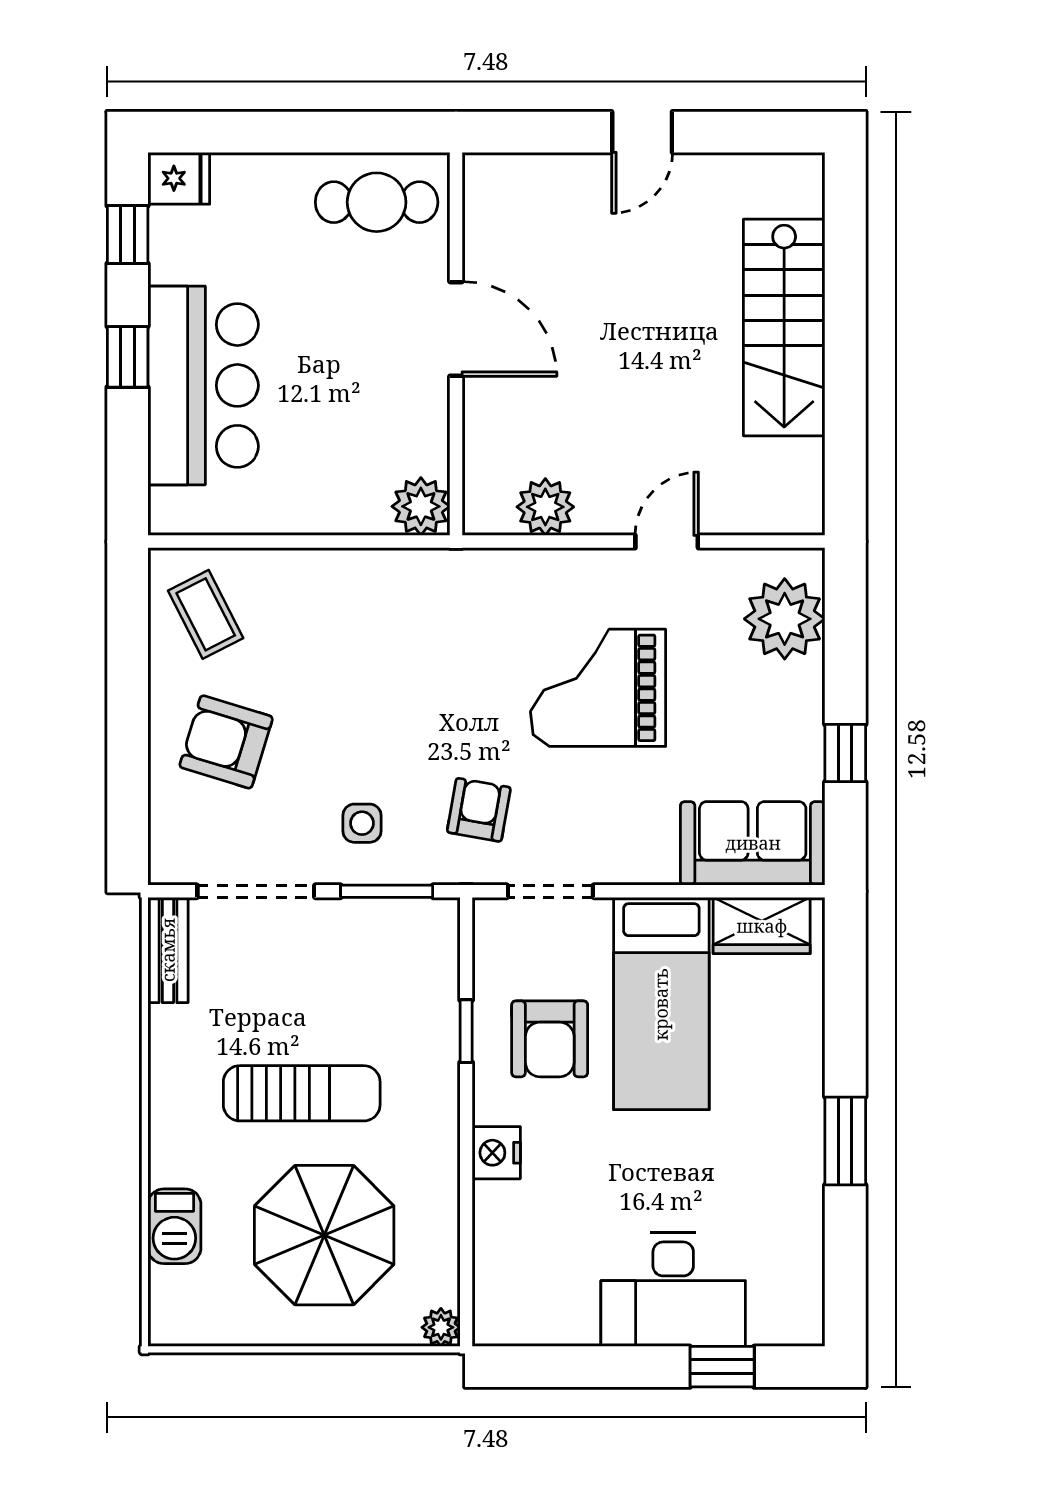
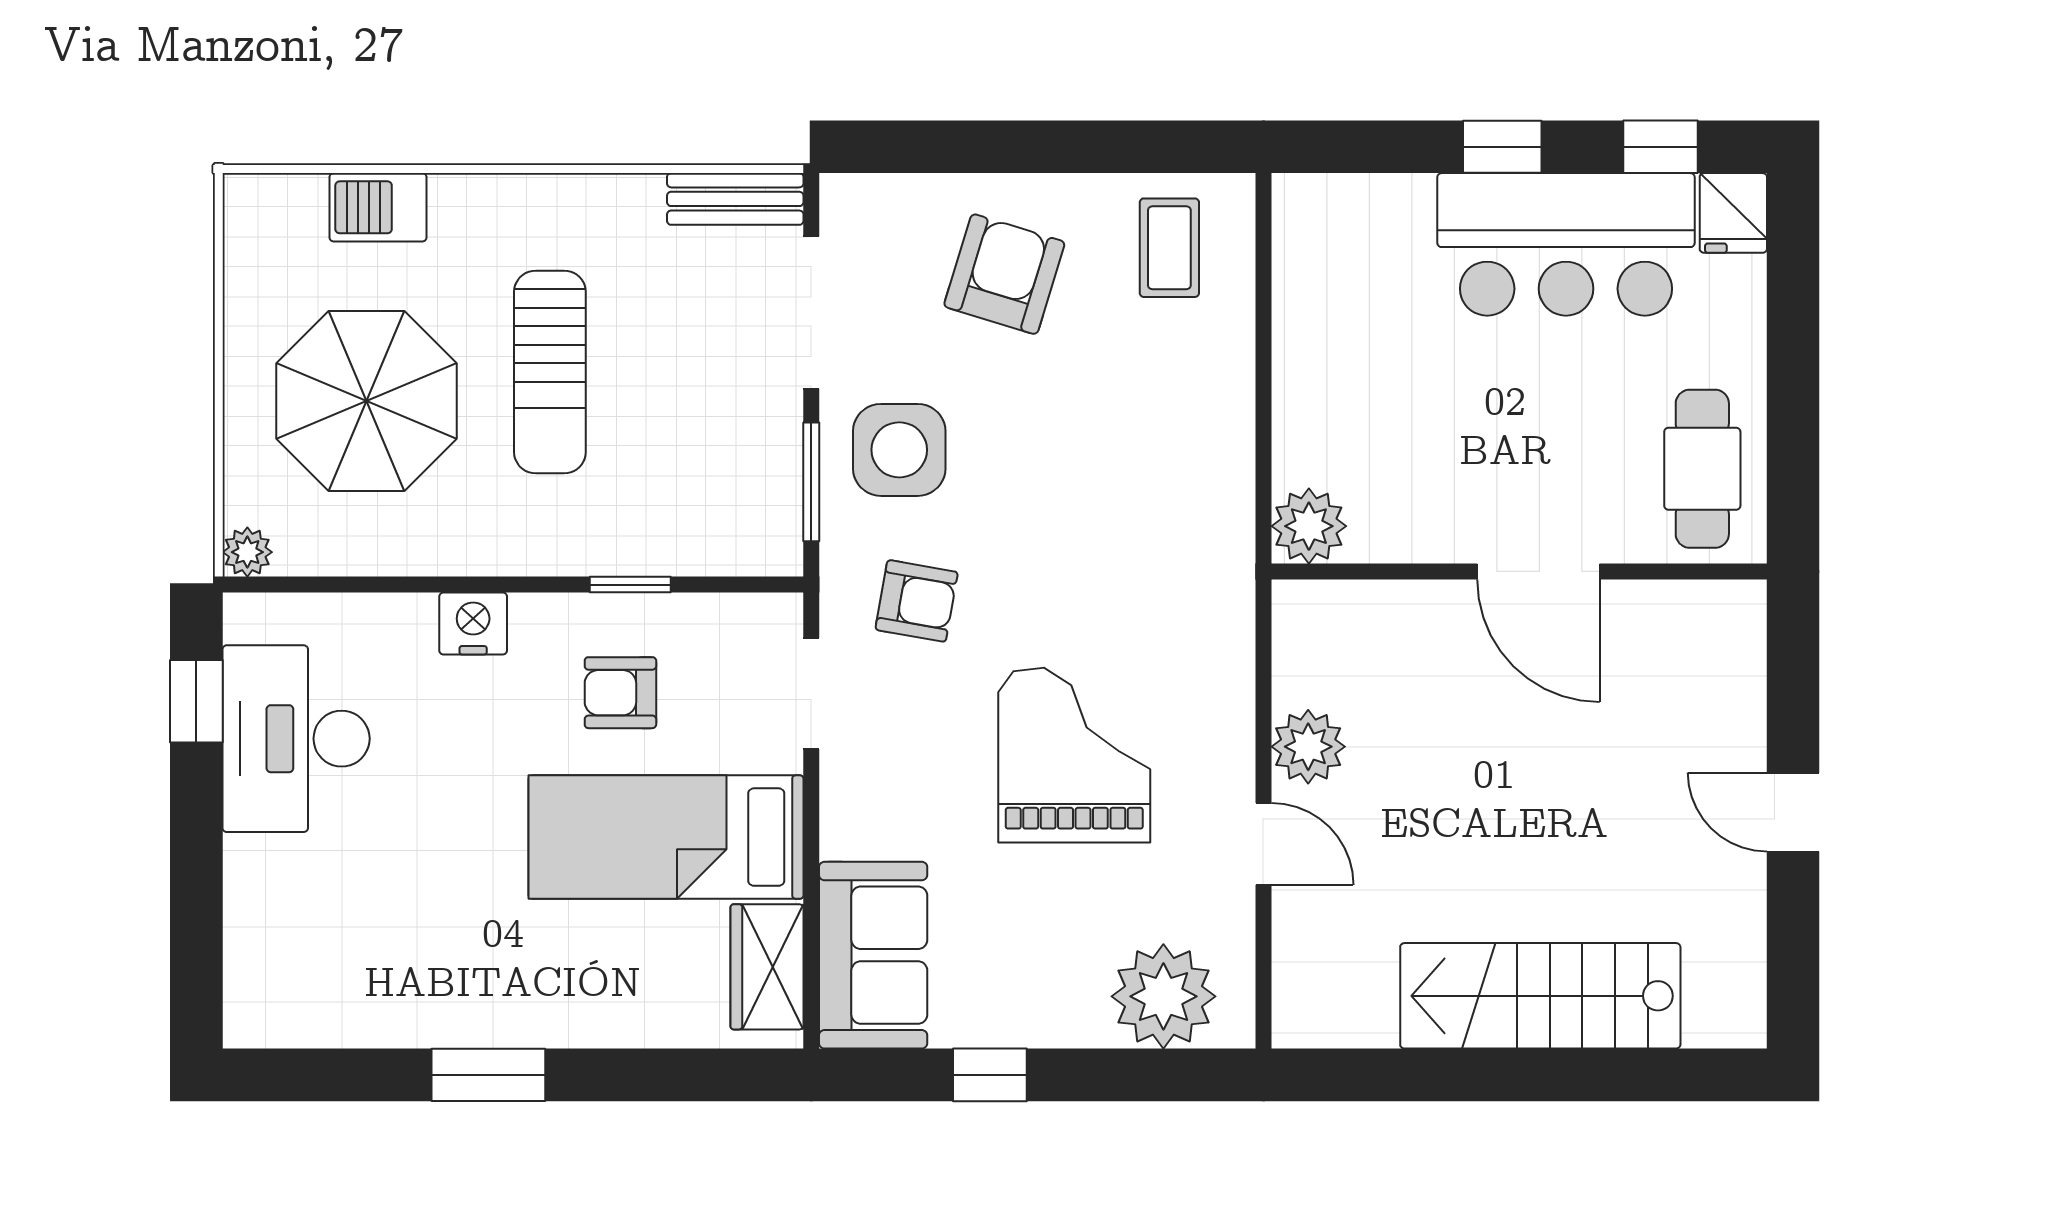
door: (456, 329) -> (1538, 571), hinge flipped
bar counter: (203, 385) -> (1566, 244), moved
plant: (545, 507) -> (1308, 747), moved
coffee table: (206, 614) -> (1169, 248), turned -63
side table: (362, 823) -> (899, 450), width x1.87, depth x1.87
armchair: (550, 1039) -> (620, 693), width x0.72, depth x0.72
desk: (673, 1290) -> (296, 739), moved
window: (722, 1367) -> (196, 701), moved

